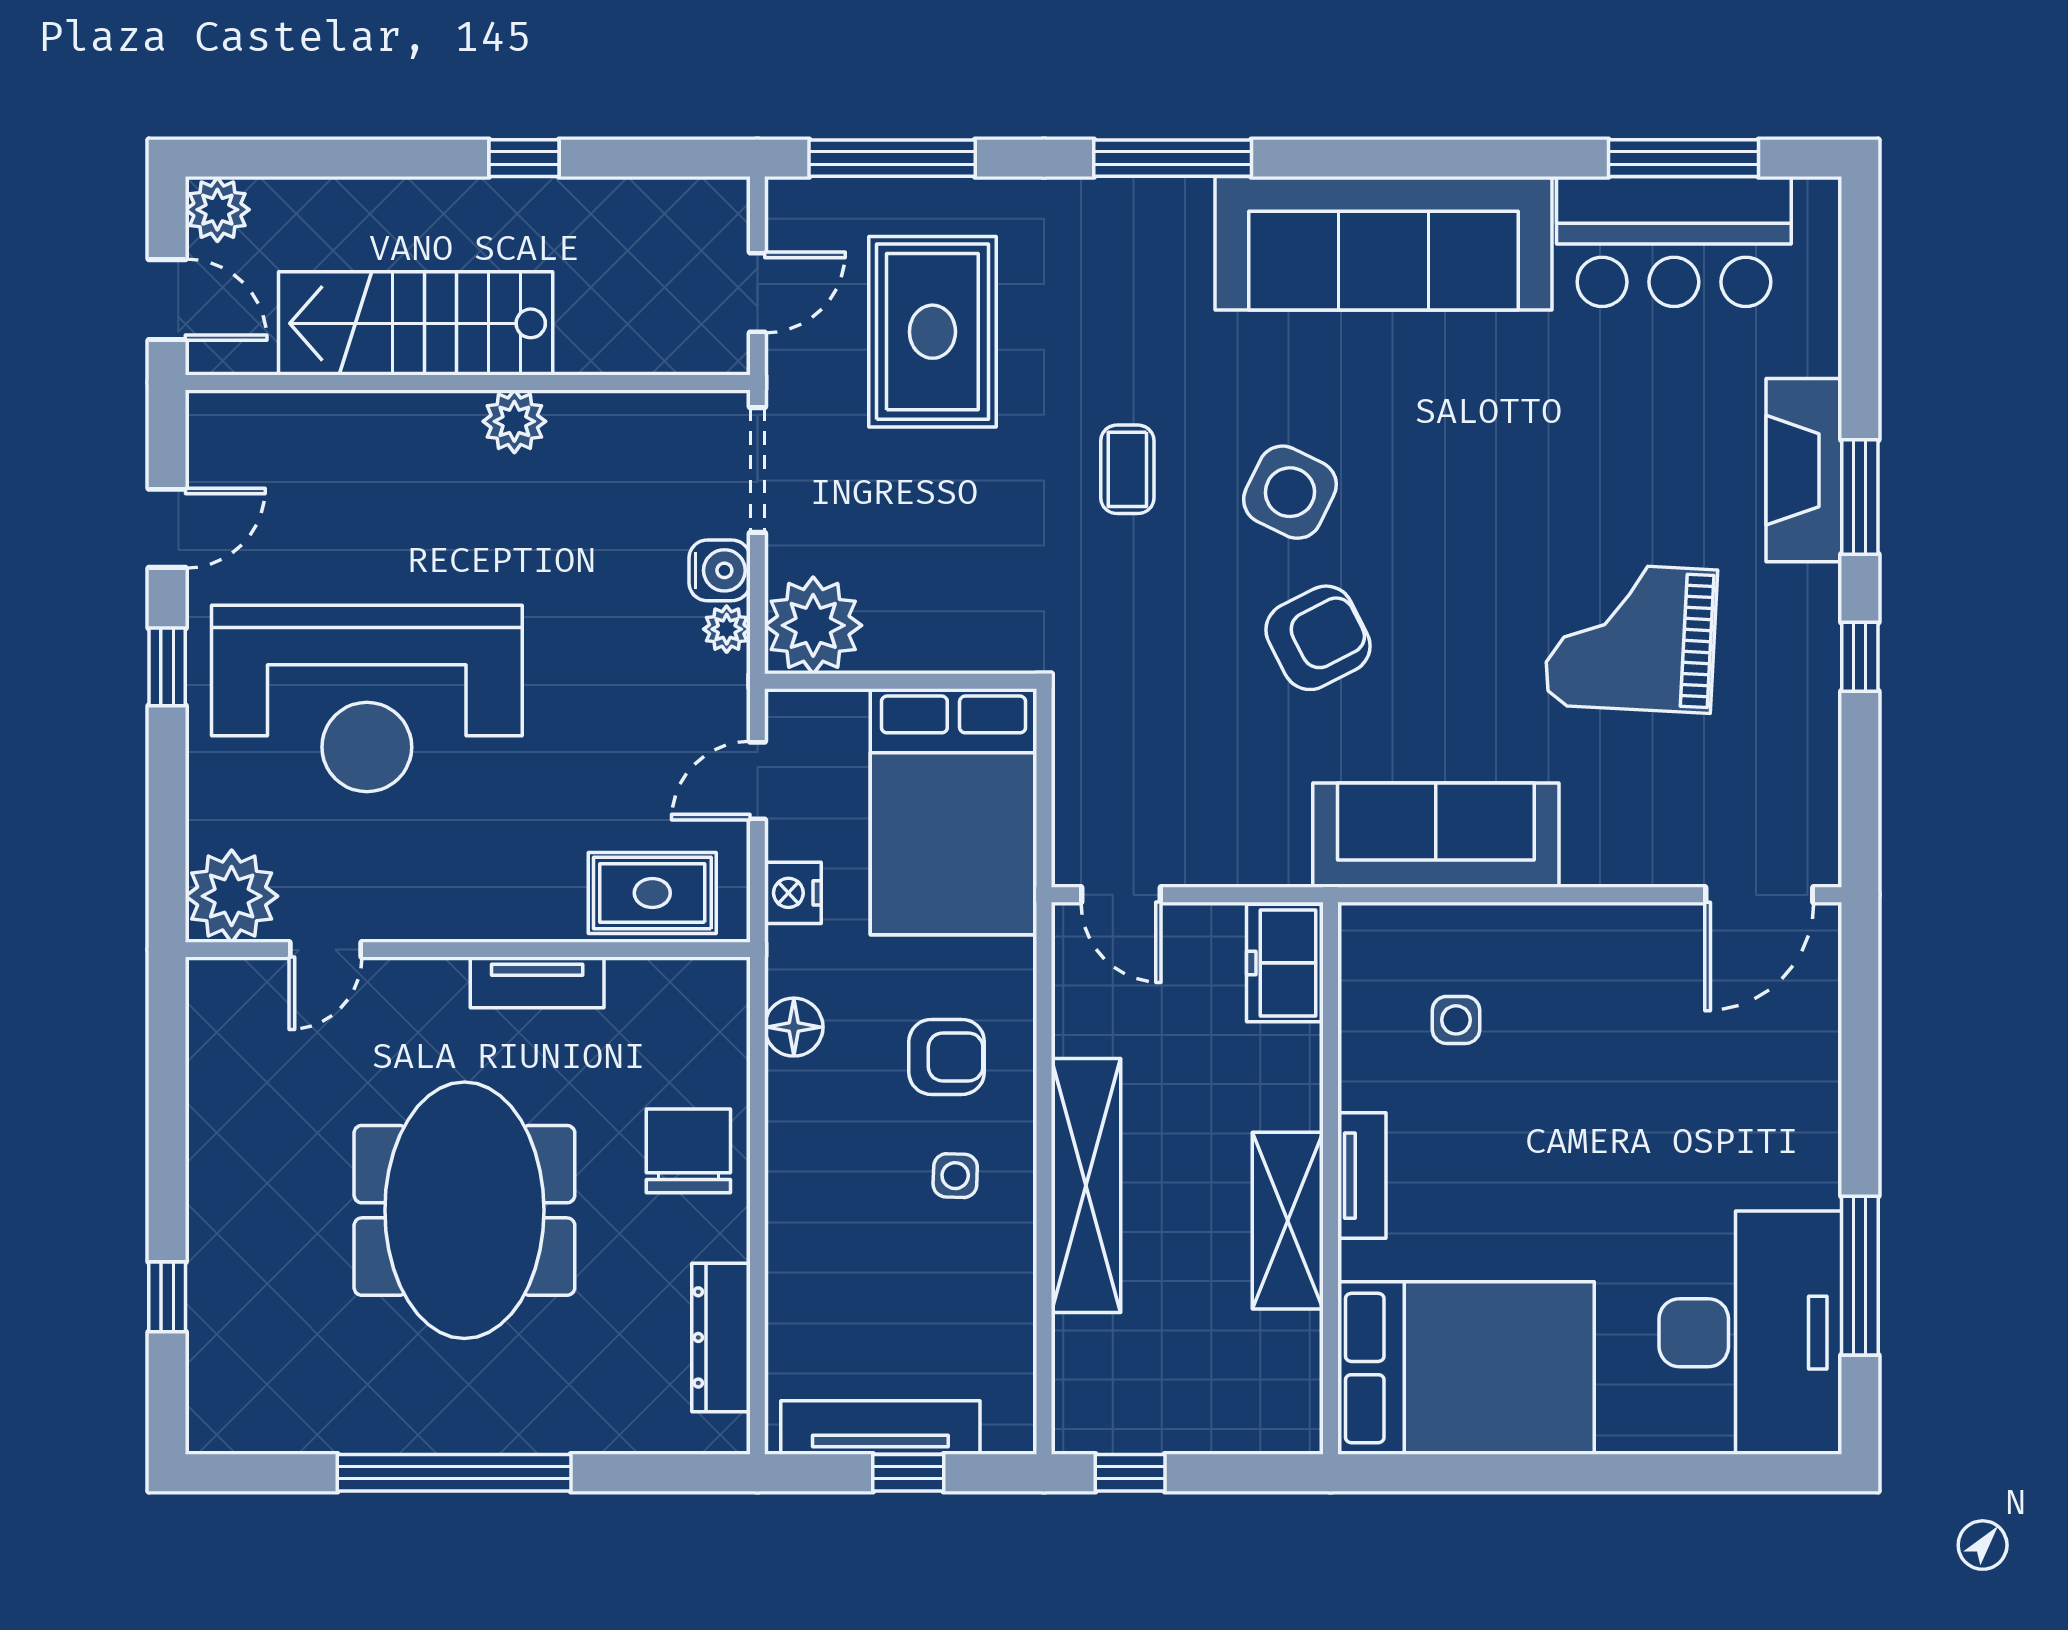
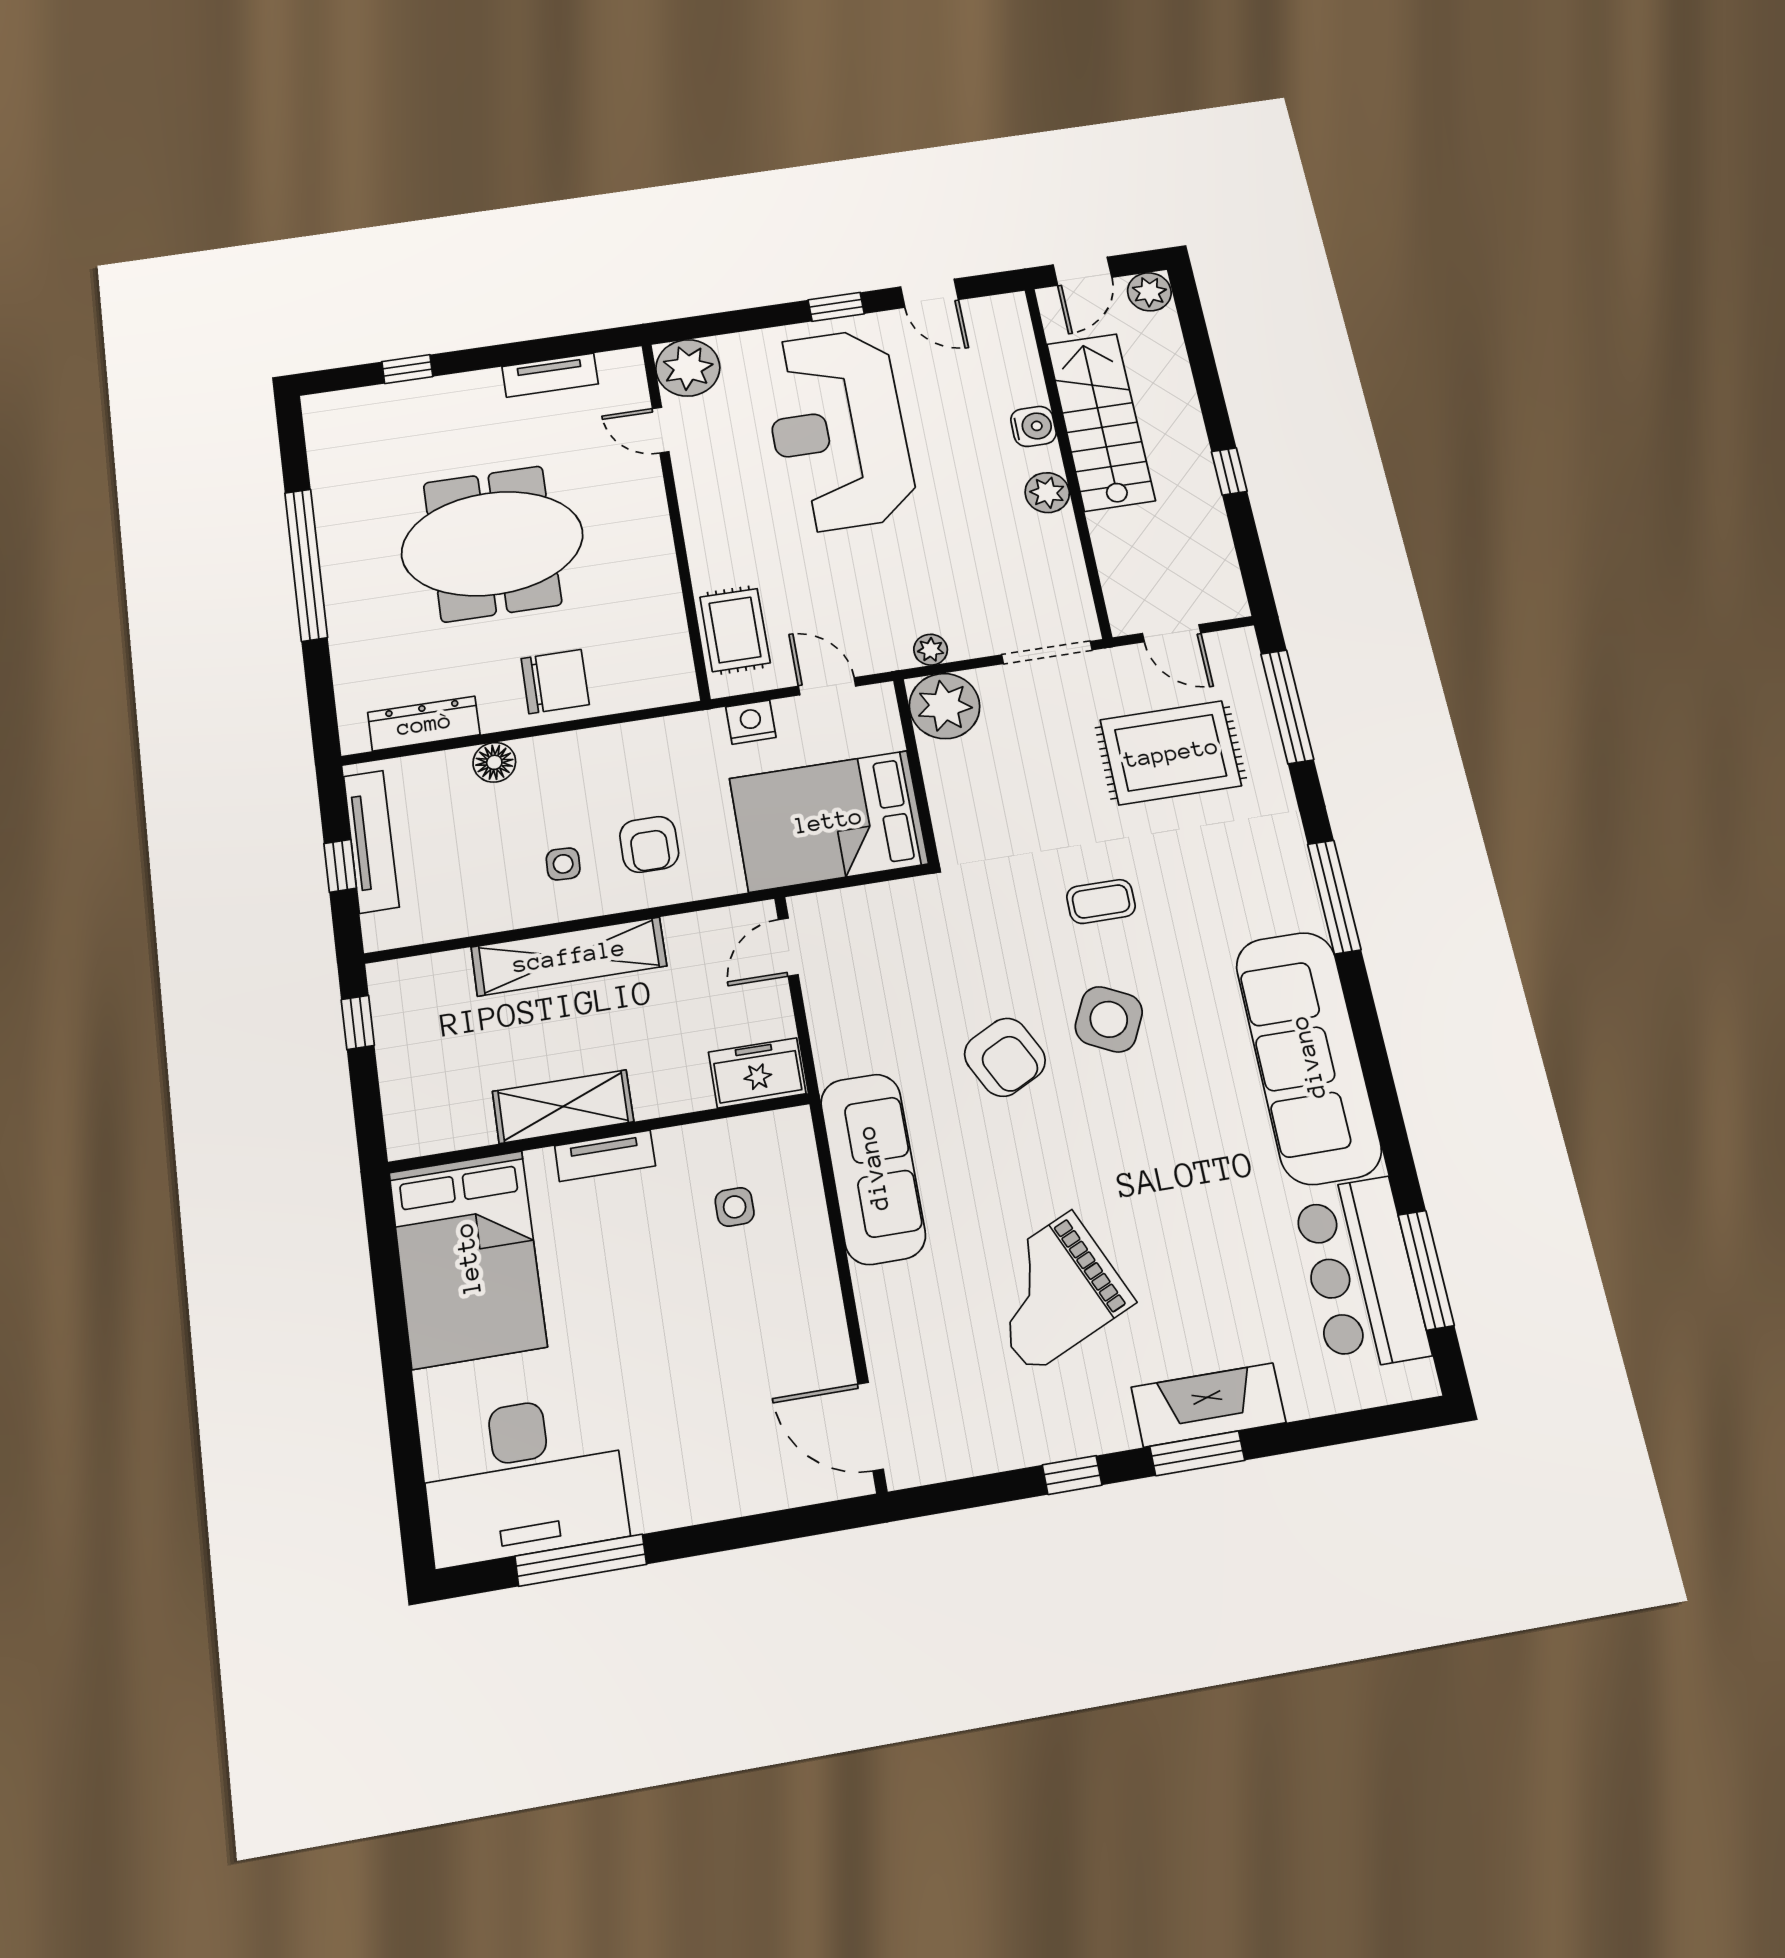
water cooler: (720, 570) -> (1033, 426), moved, turned -90
grand piano: (1631, 637) -> (1052, 1291), turned -117
tv unit: (537, 982) -> (550, 375), moved, turned -90
floor lamp: (794, 1027) -> (494, 762), moved

